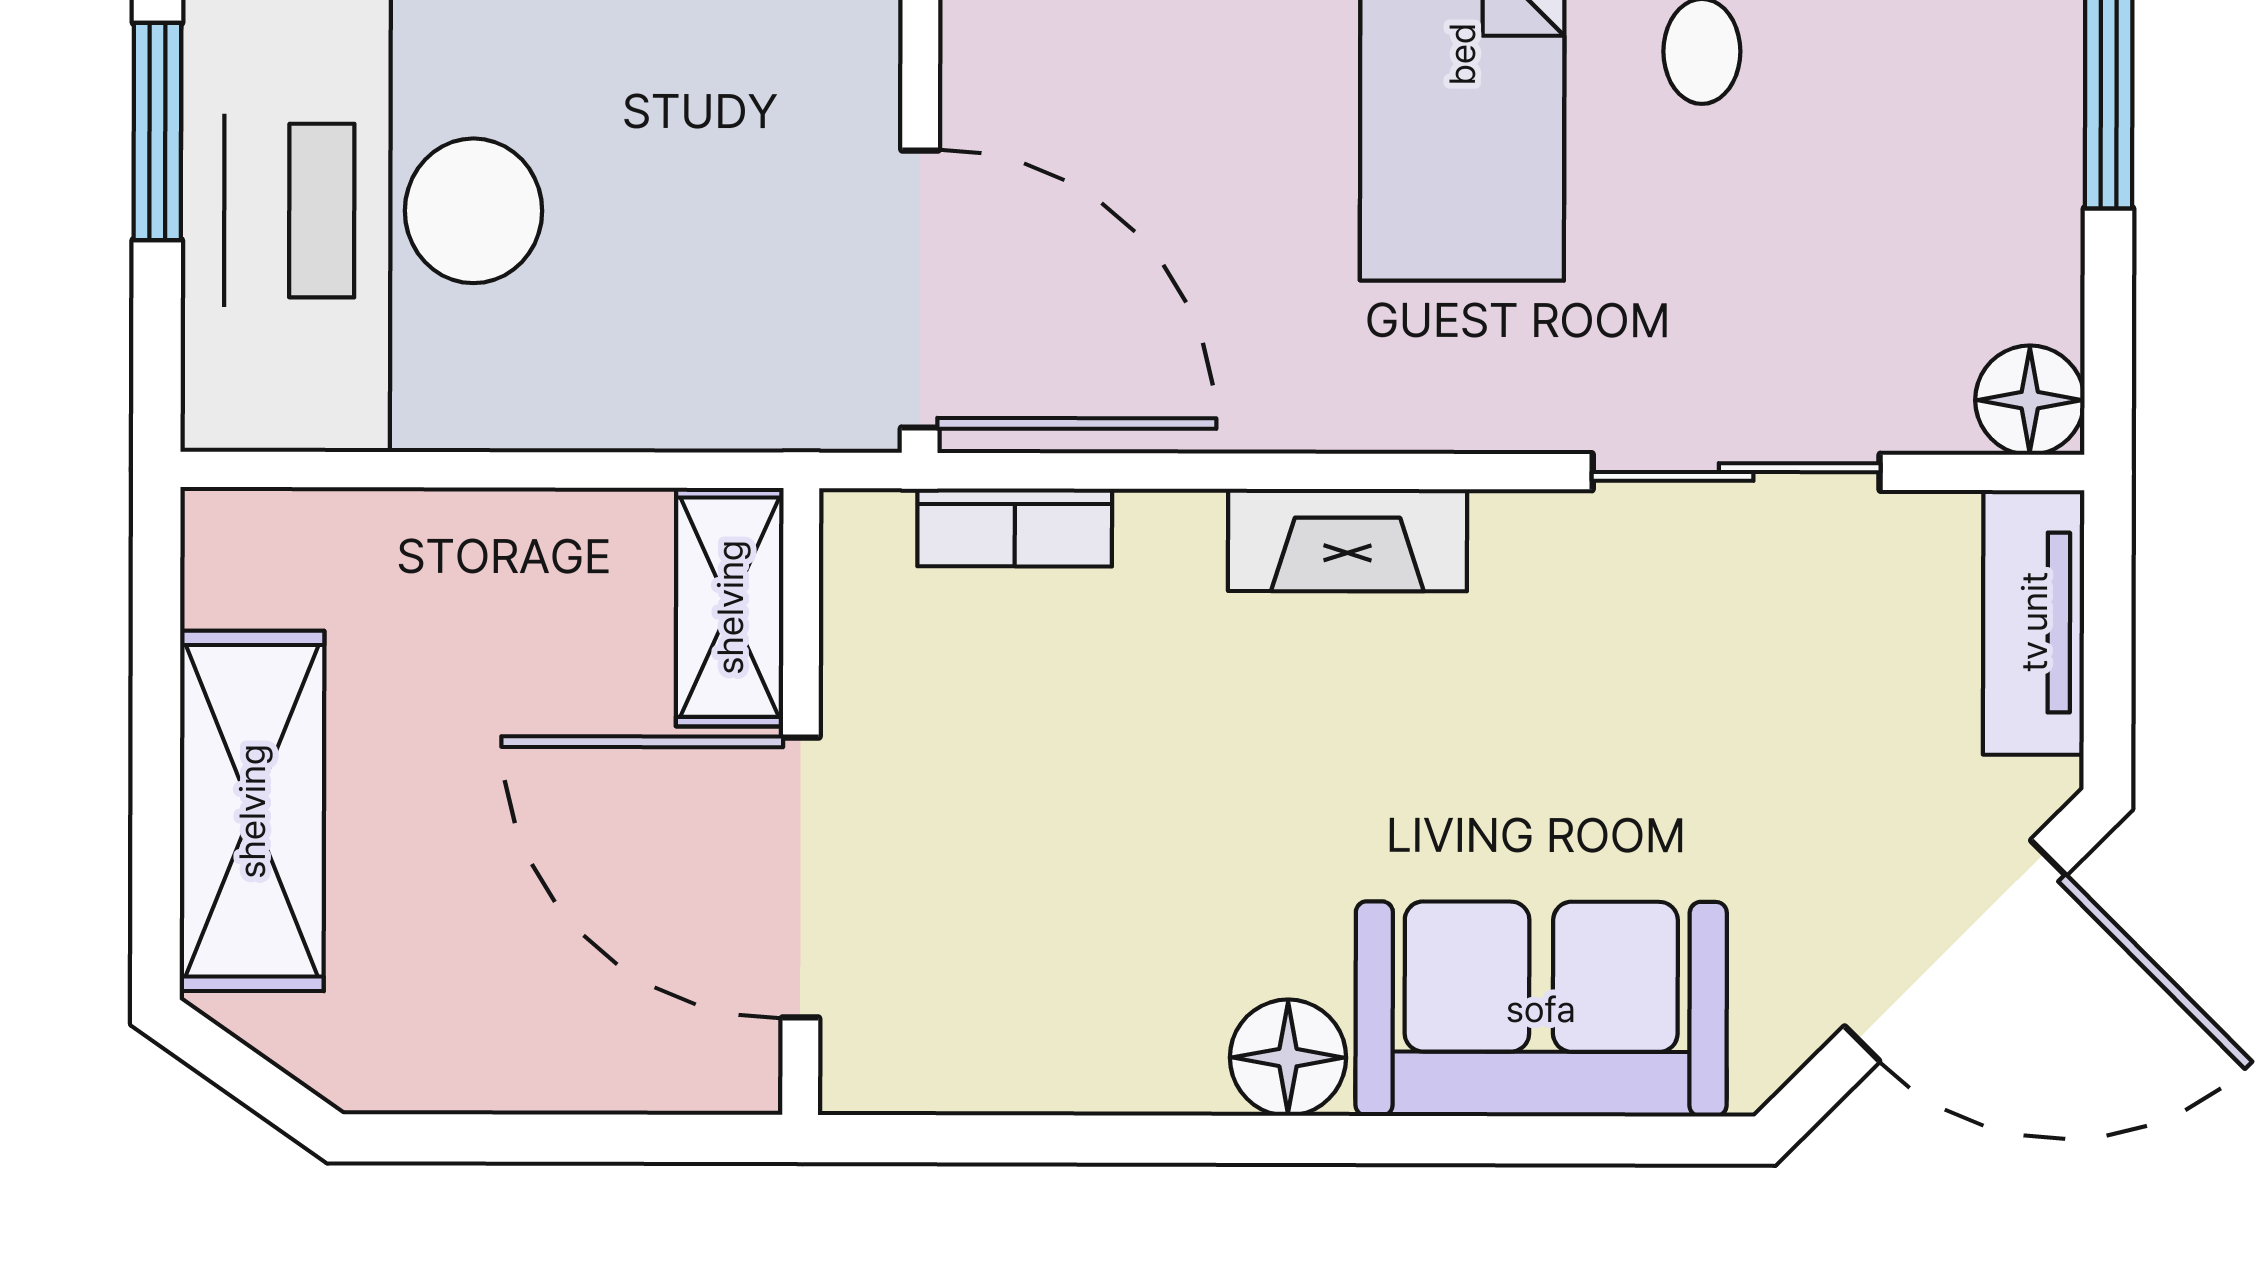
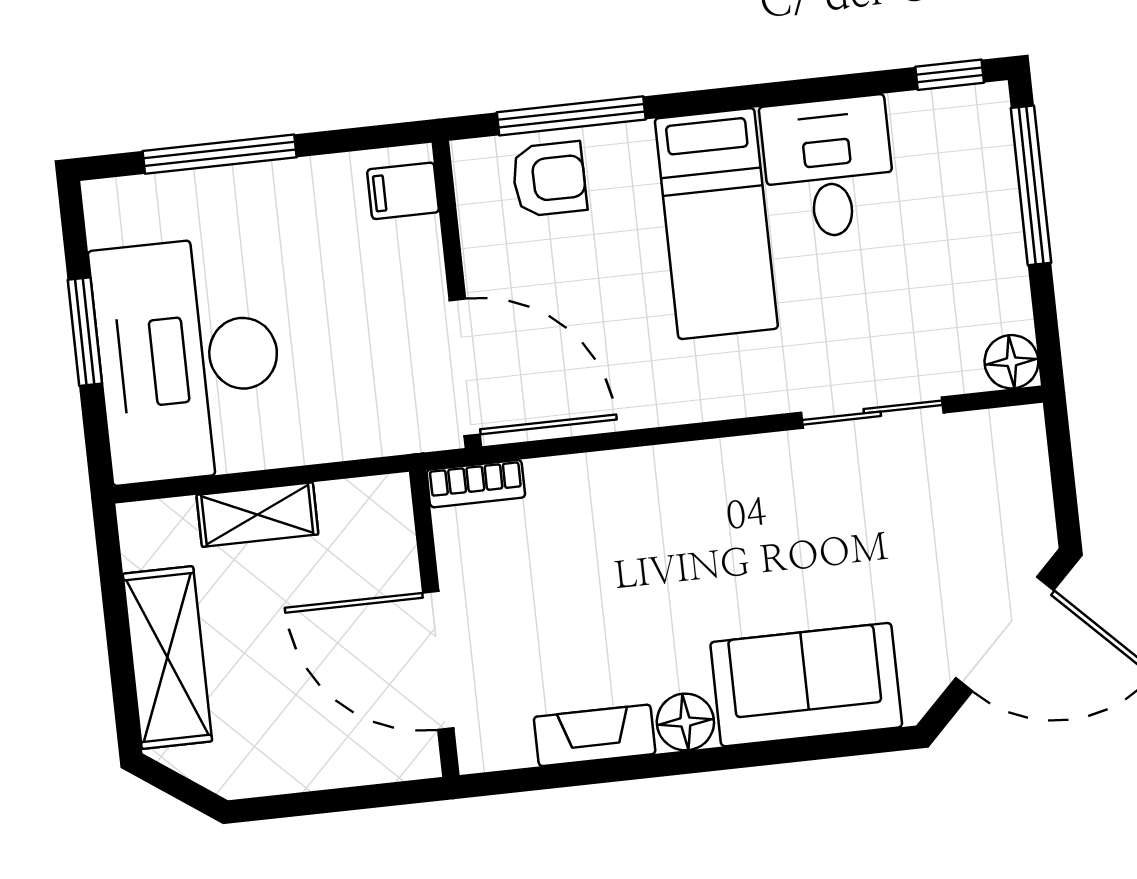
bookcase: (1015, 527) -> (476, 484), moved
fireplace: (1347, 540) -> (595, 735), moved, turned 180
shelving: (730, 607) -> (257, 515), moved, turned 90
tv unit: (2034, 622) -> (1025, 470), removed

